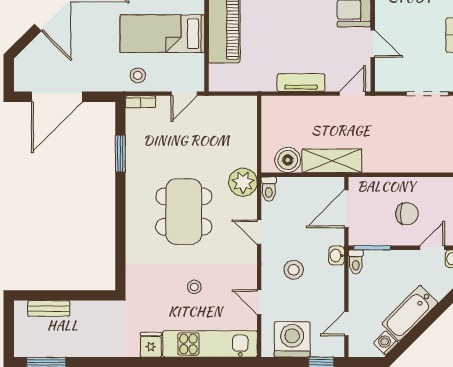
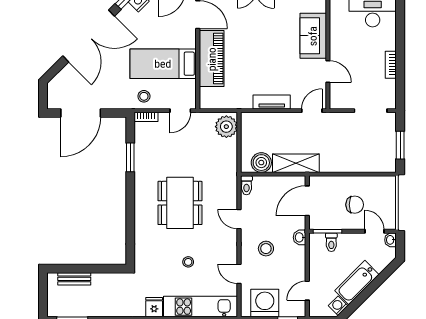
plant: (243, 182) -> (226, 127), moved
door: (432, 248) -> (374, 231), hinge flipped
toilet: (356, 262) -> (331, 242), moved

